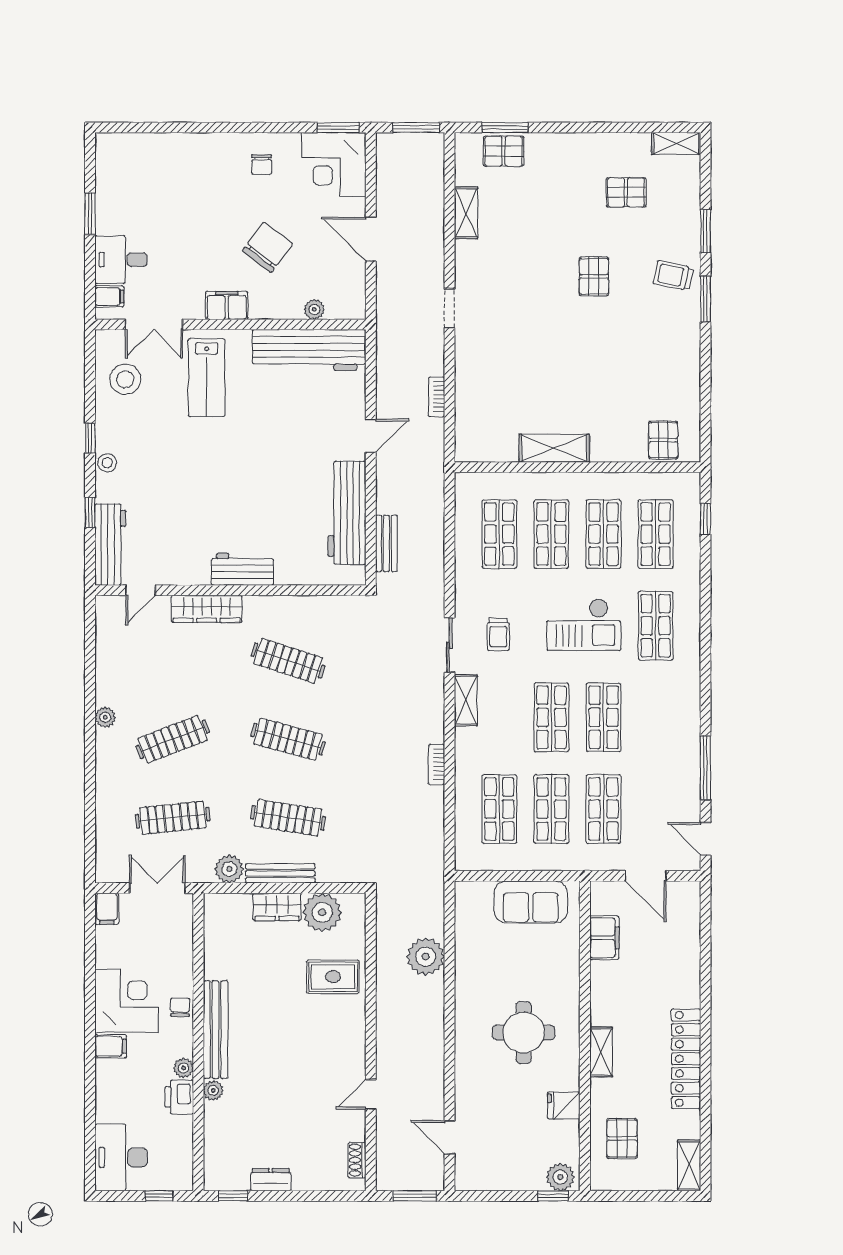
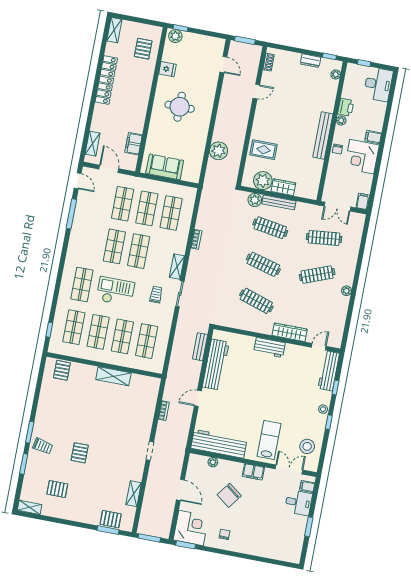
plant: (229, 869) -> (255, 200), moved
shelving: (601, 1052) -> (93, 144), moved
plant: (213, 1090) -> (336, 74), moved

